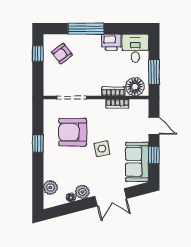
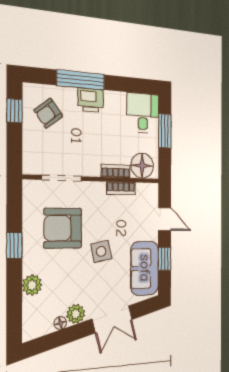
printer: (111, 42) -> (91, 100), moved
window: (154, 72) -> (165, 131), moved
plant: (50, 188) -> (32, 285), moved

